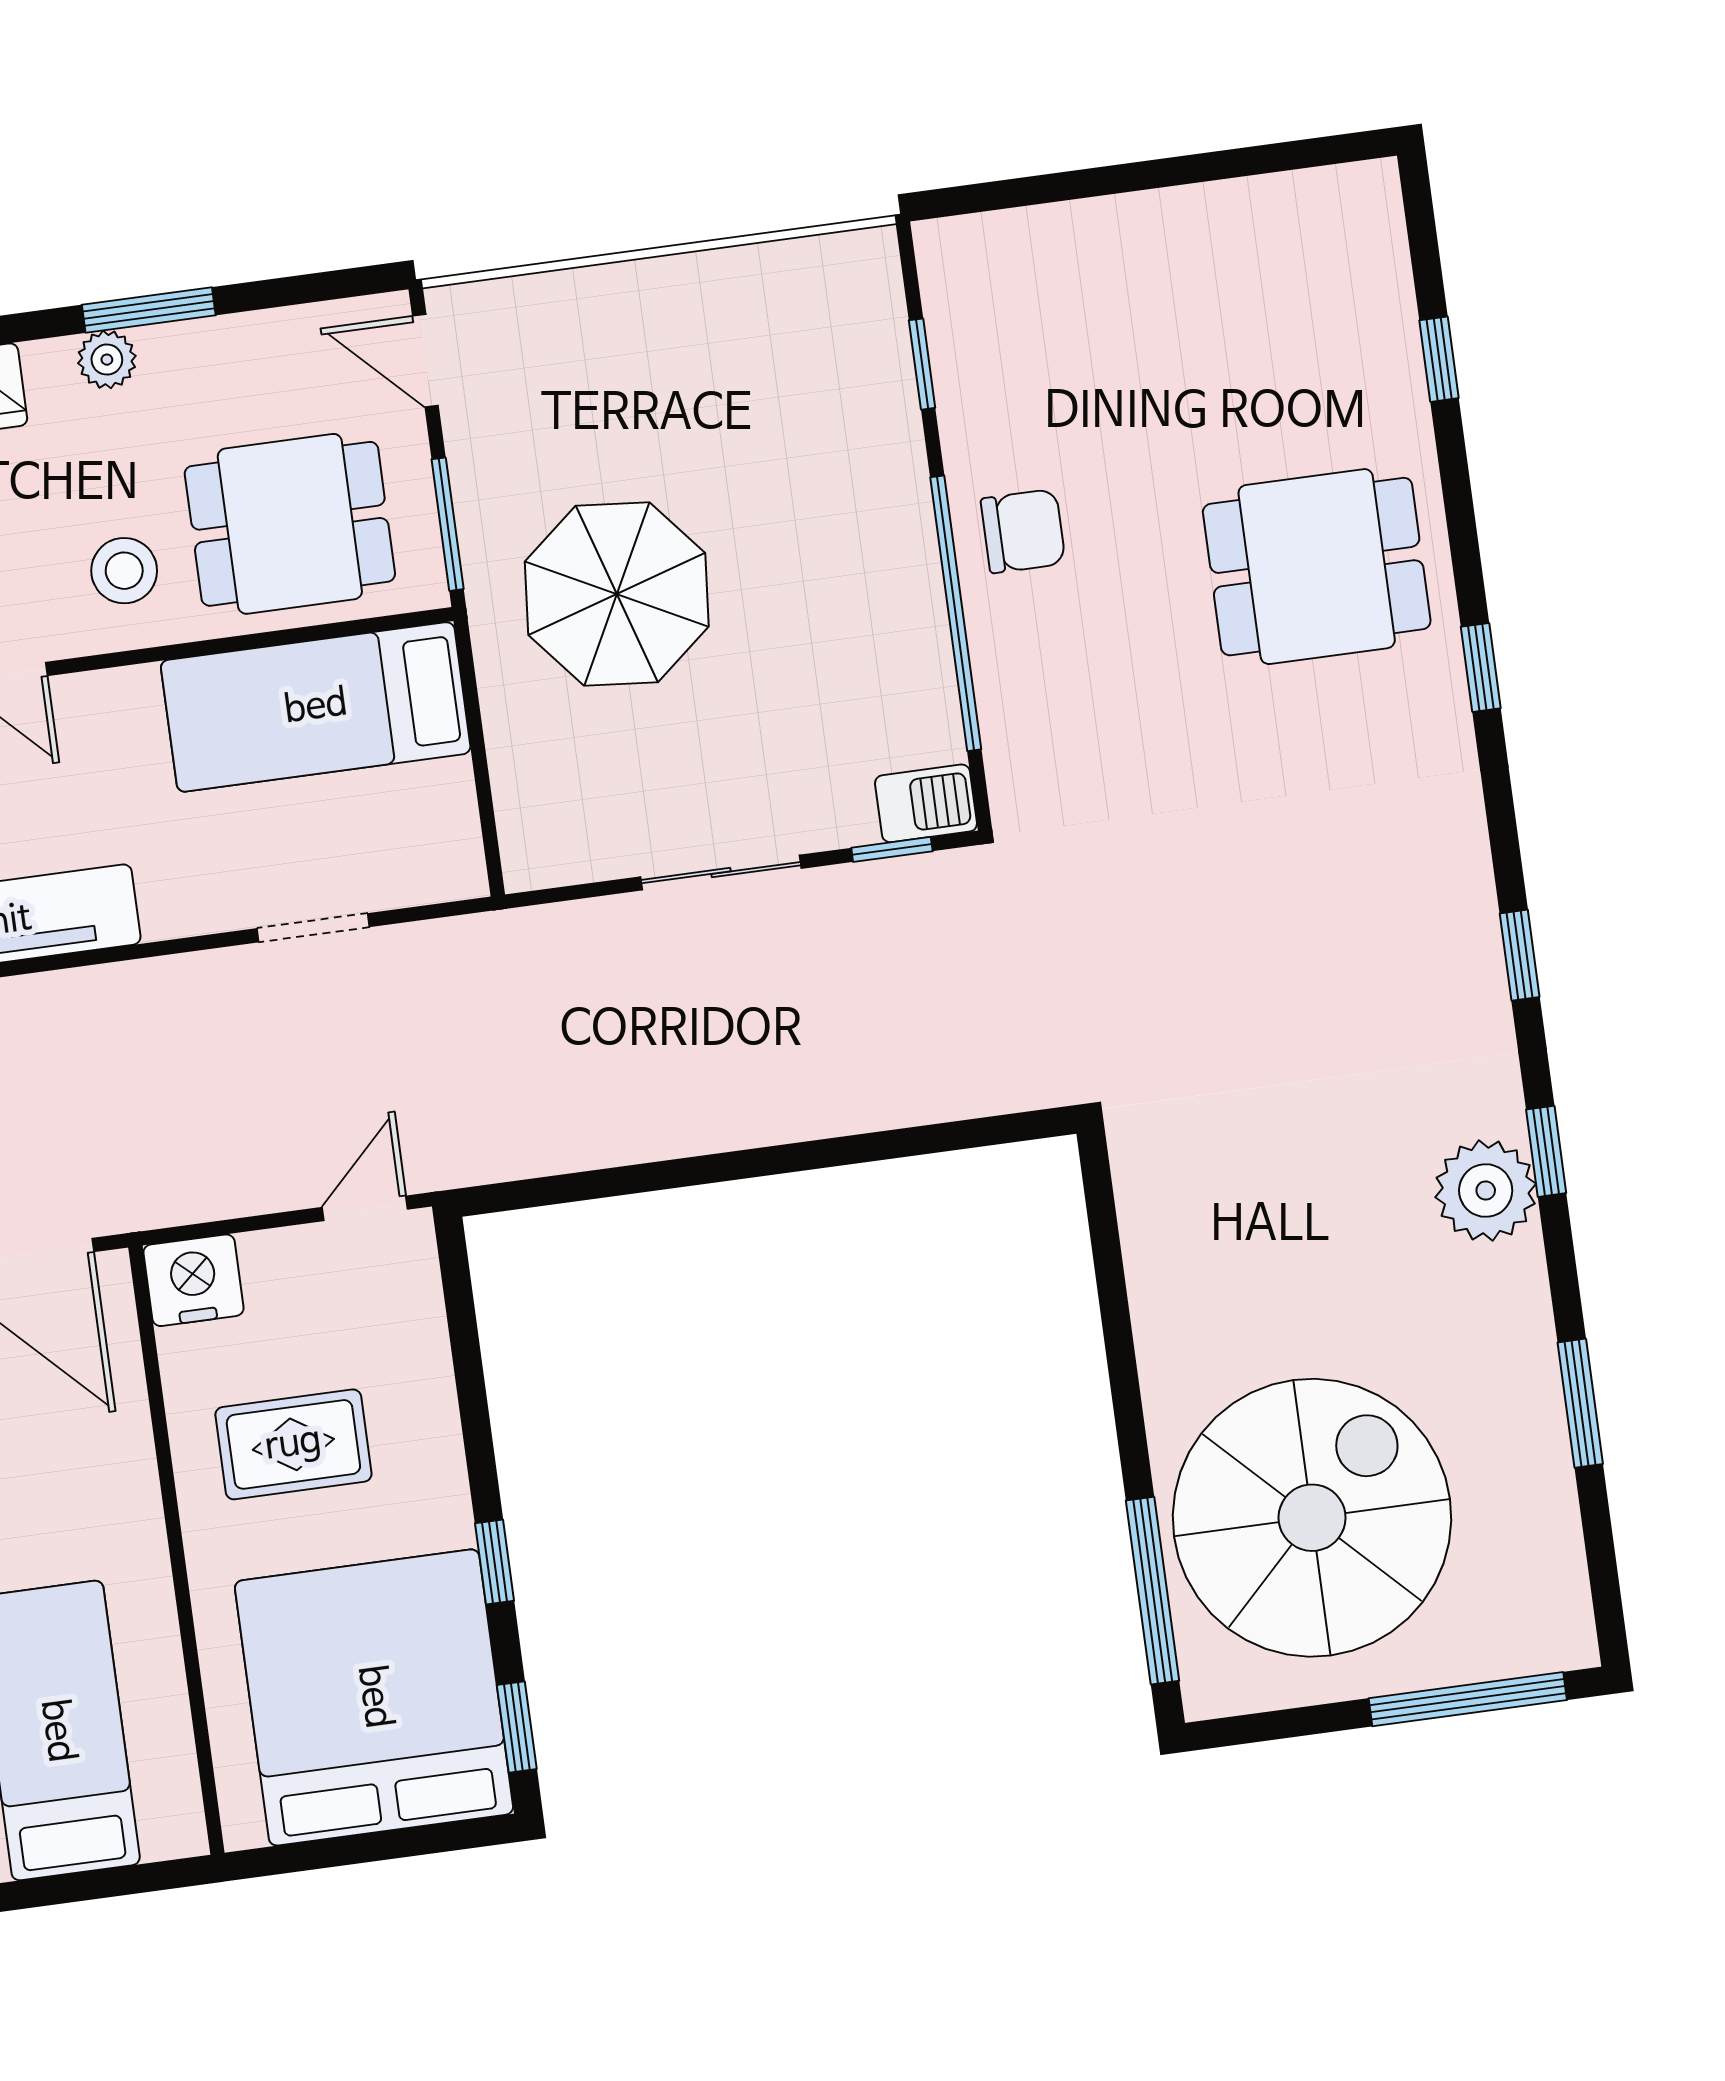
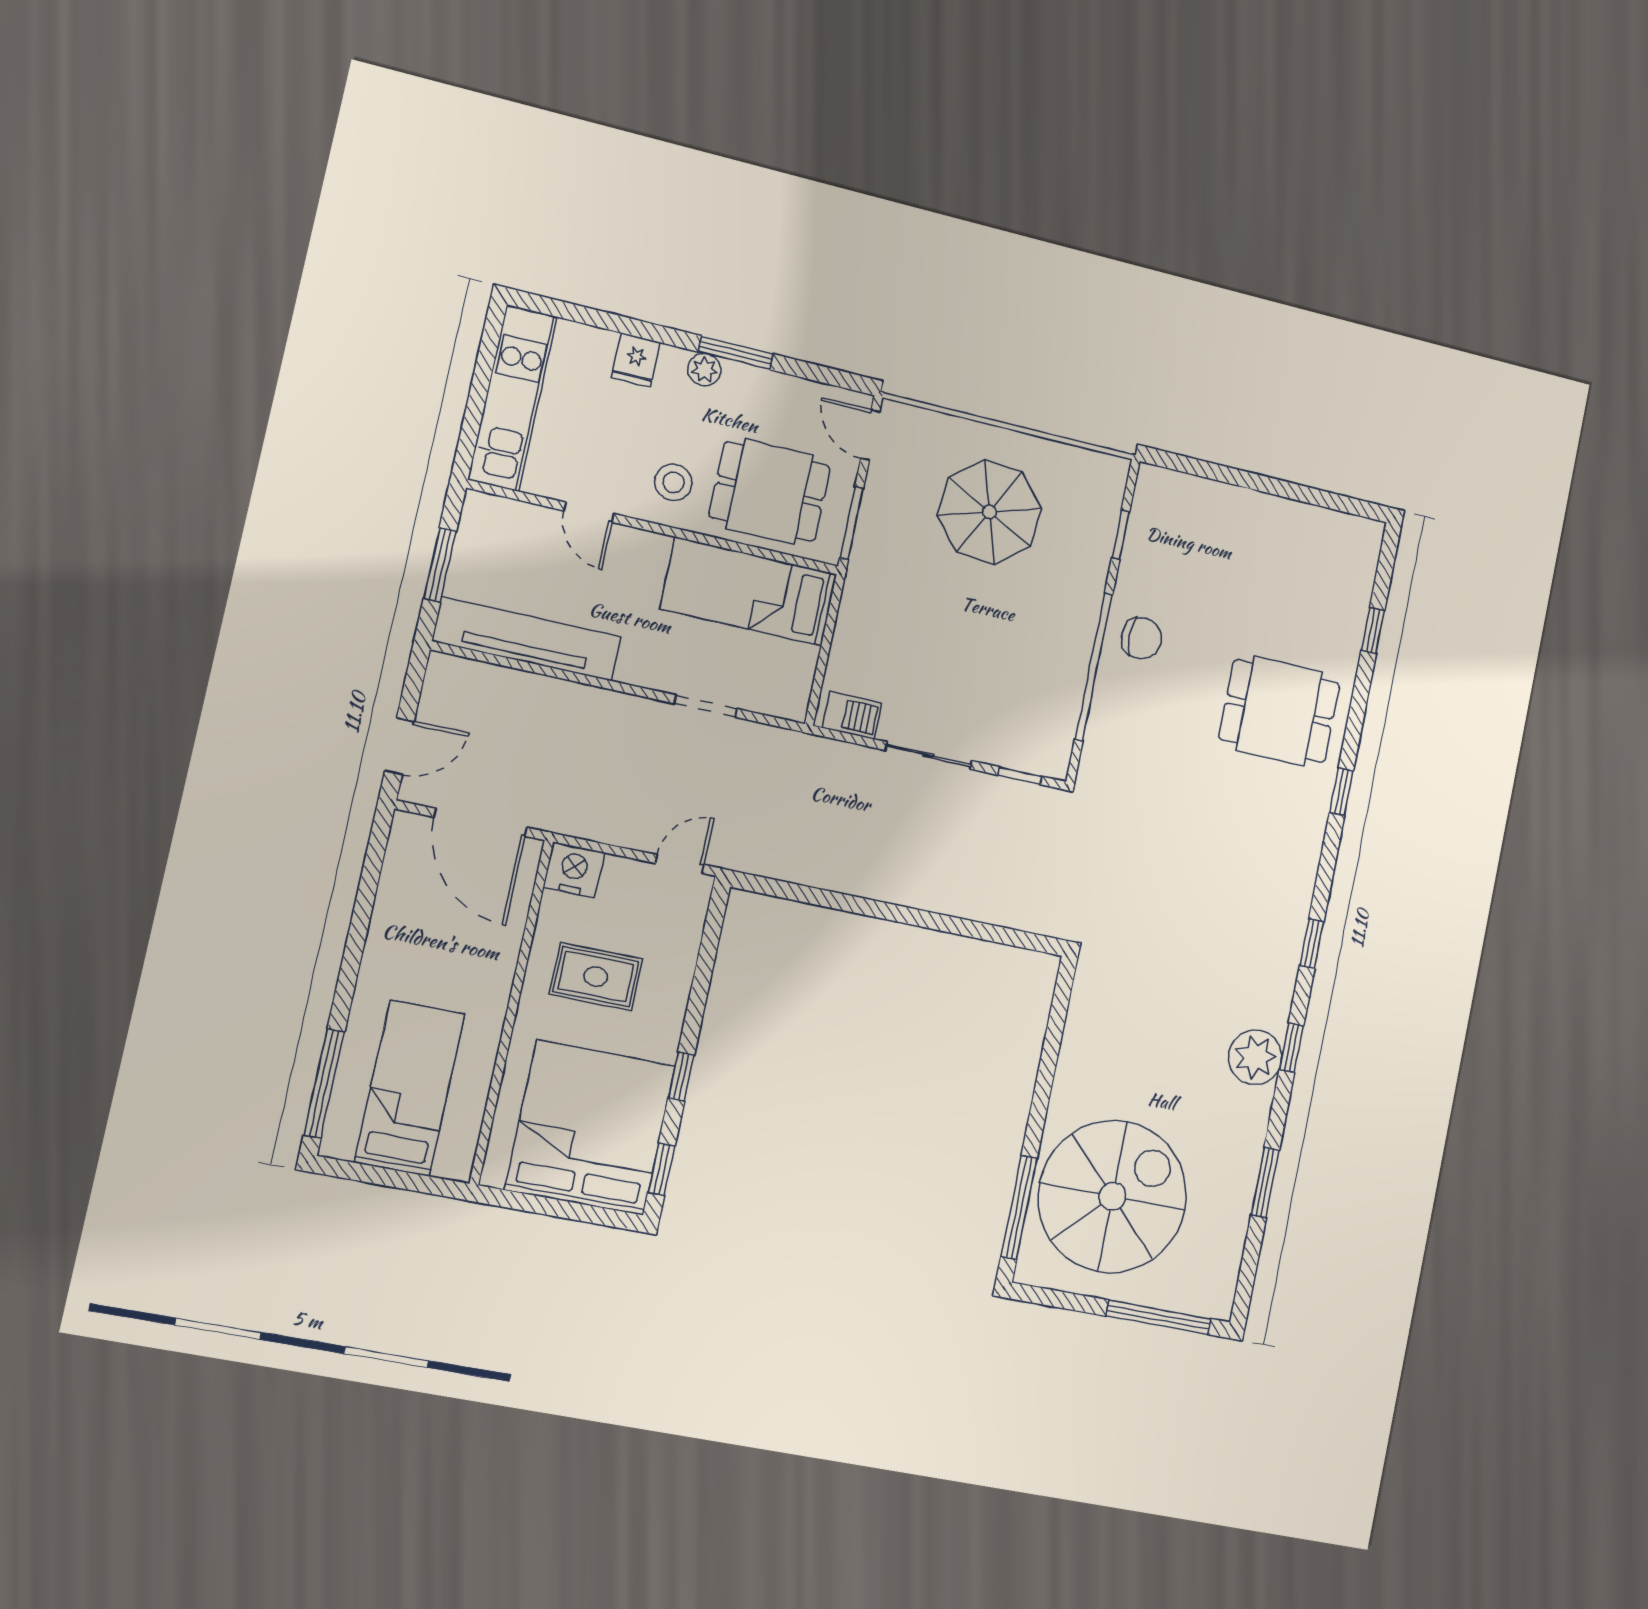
parasol: (617, 594) -> (989, 512), moved
barbecue: (926, 803) -> (852, 715), moved

